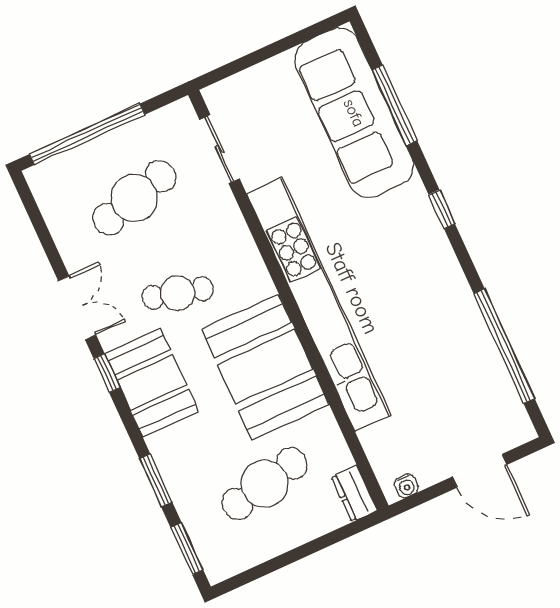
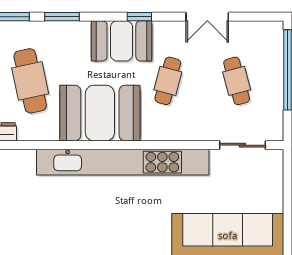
cafe table: (134, 198) -> (237, 81), width x0.73, depth x0.74
double door: (77, 308) -> (207, 17), moved

